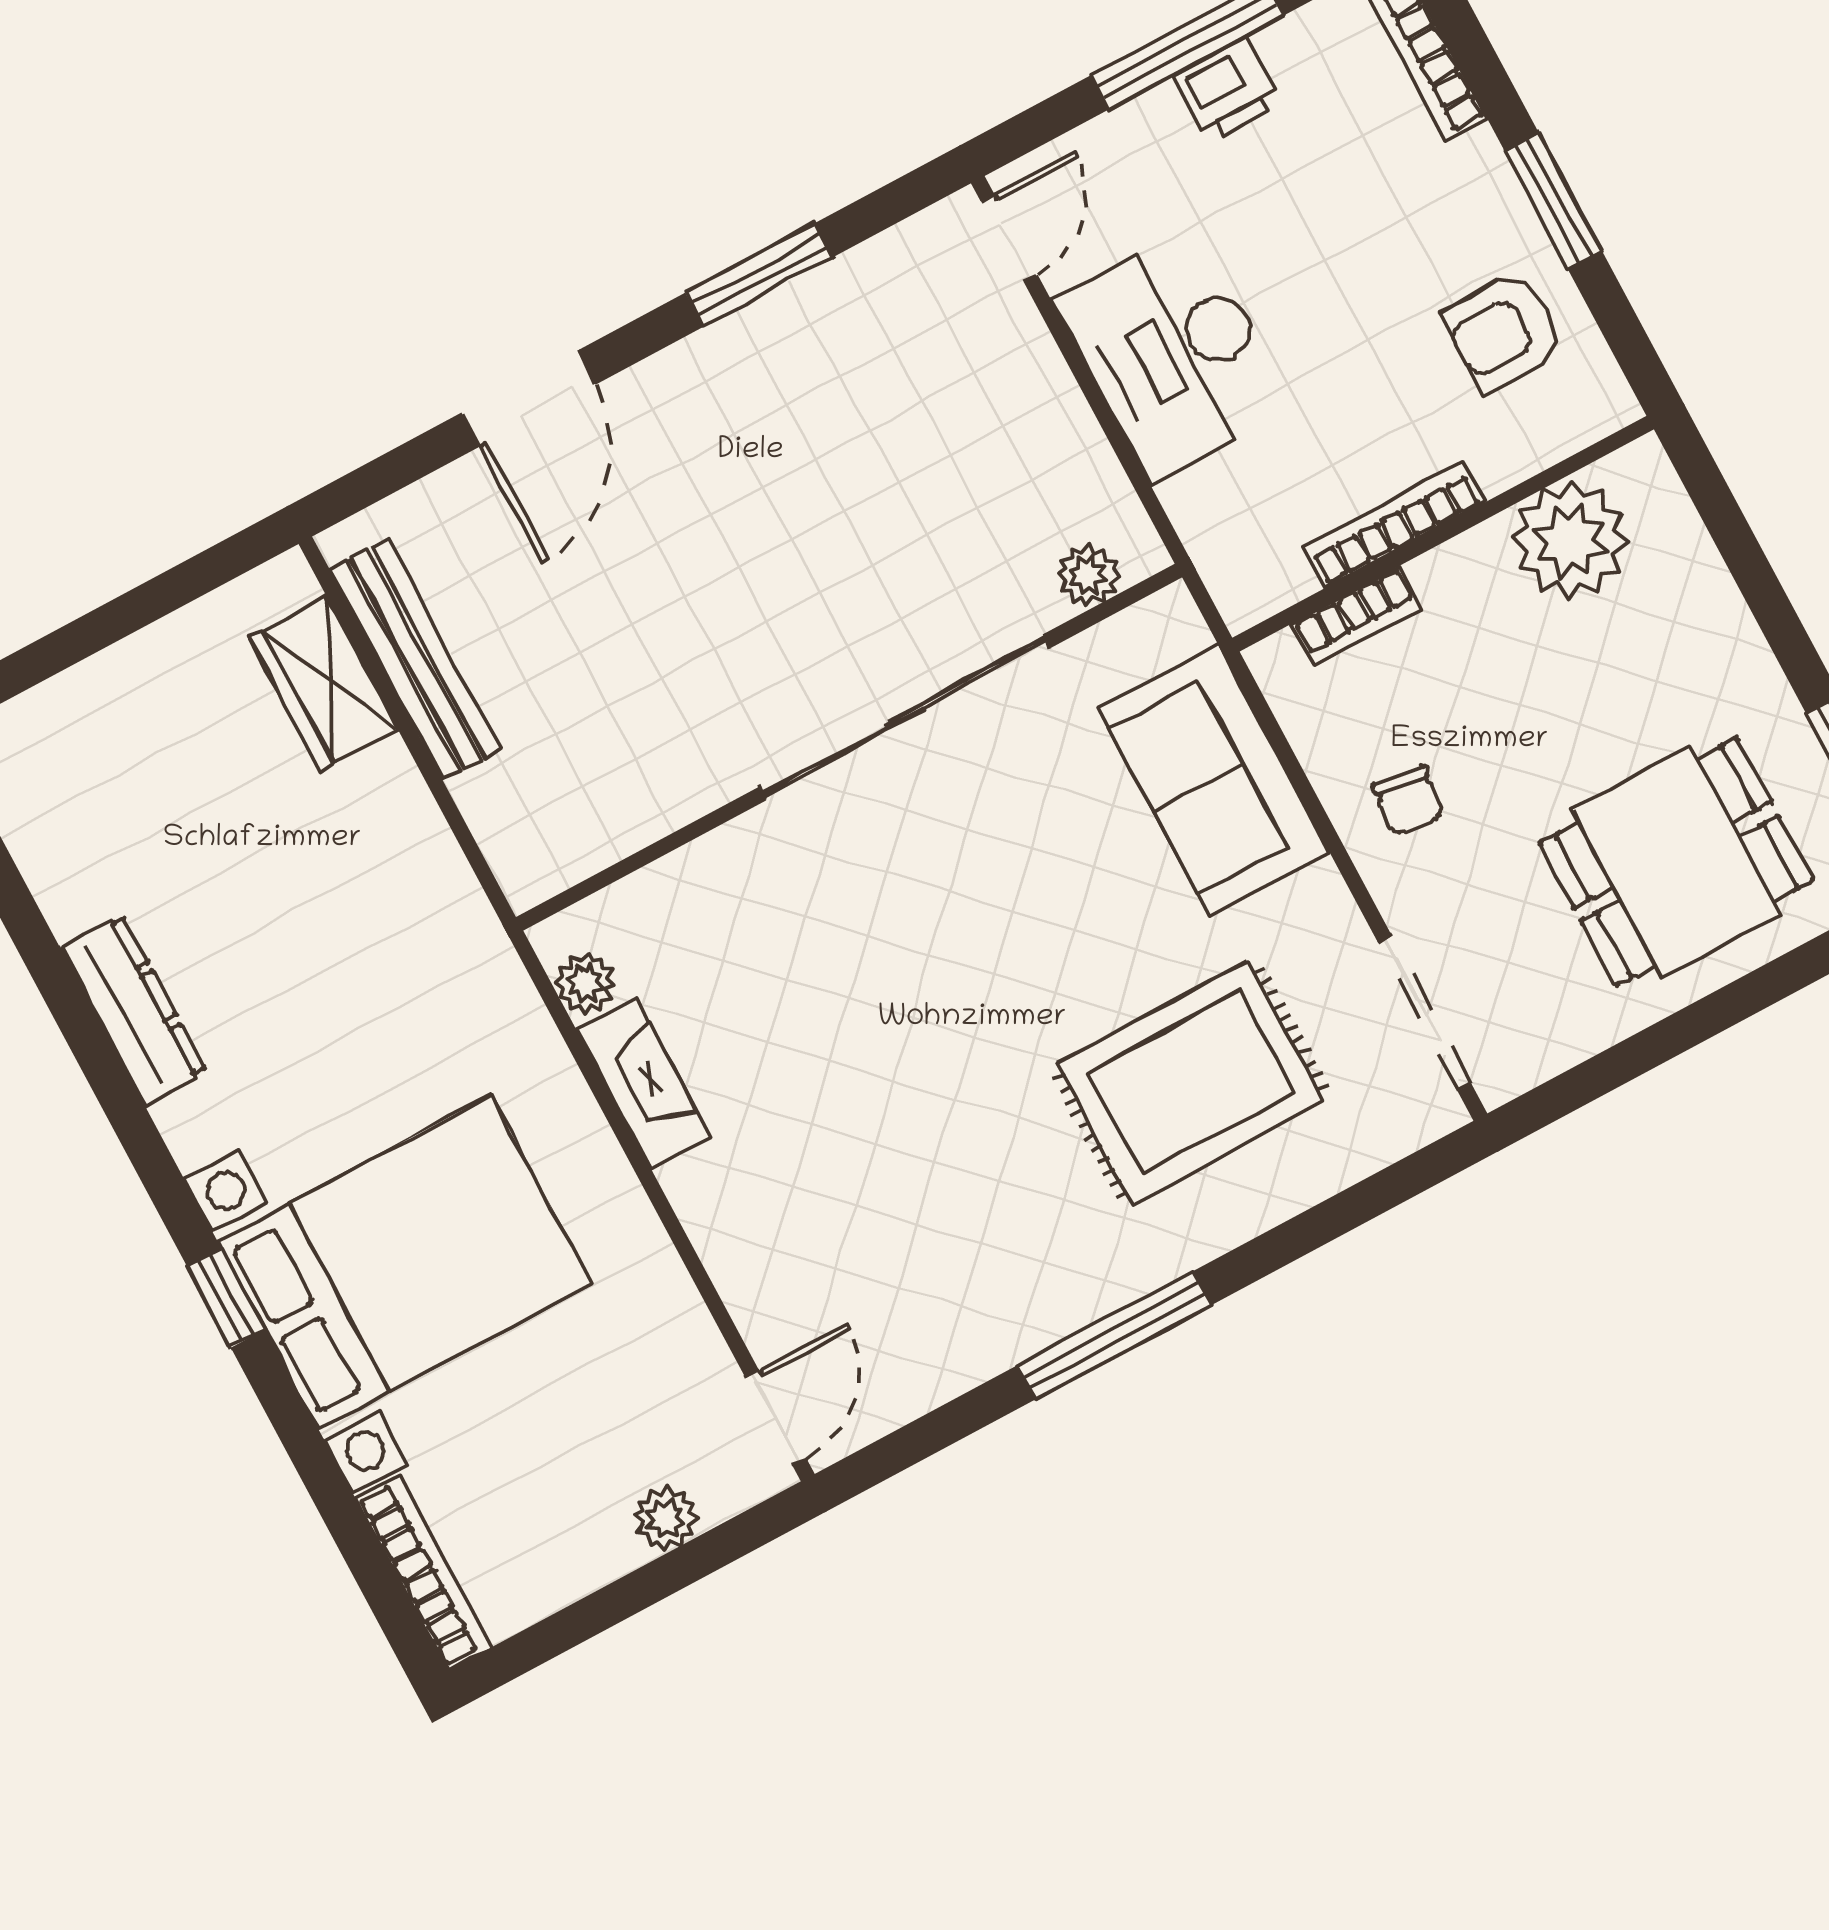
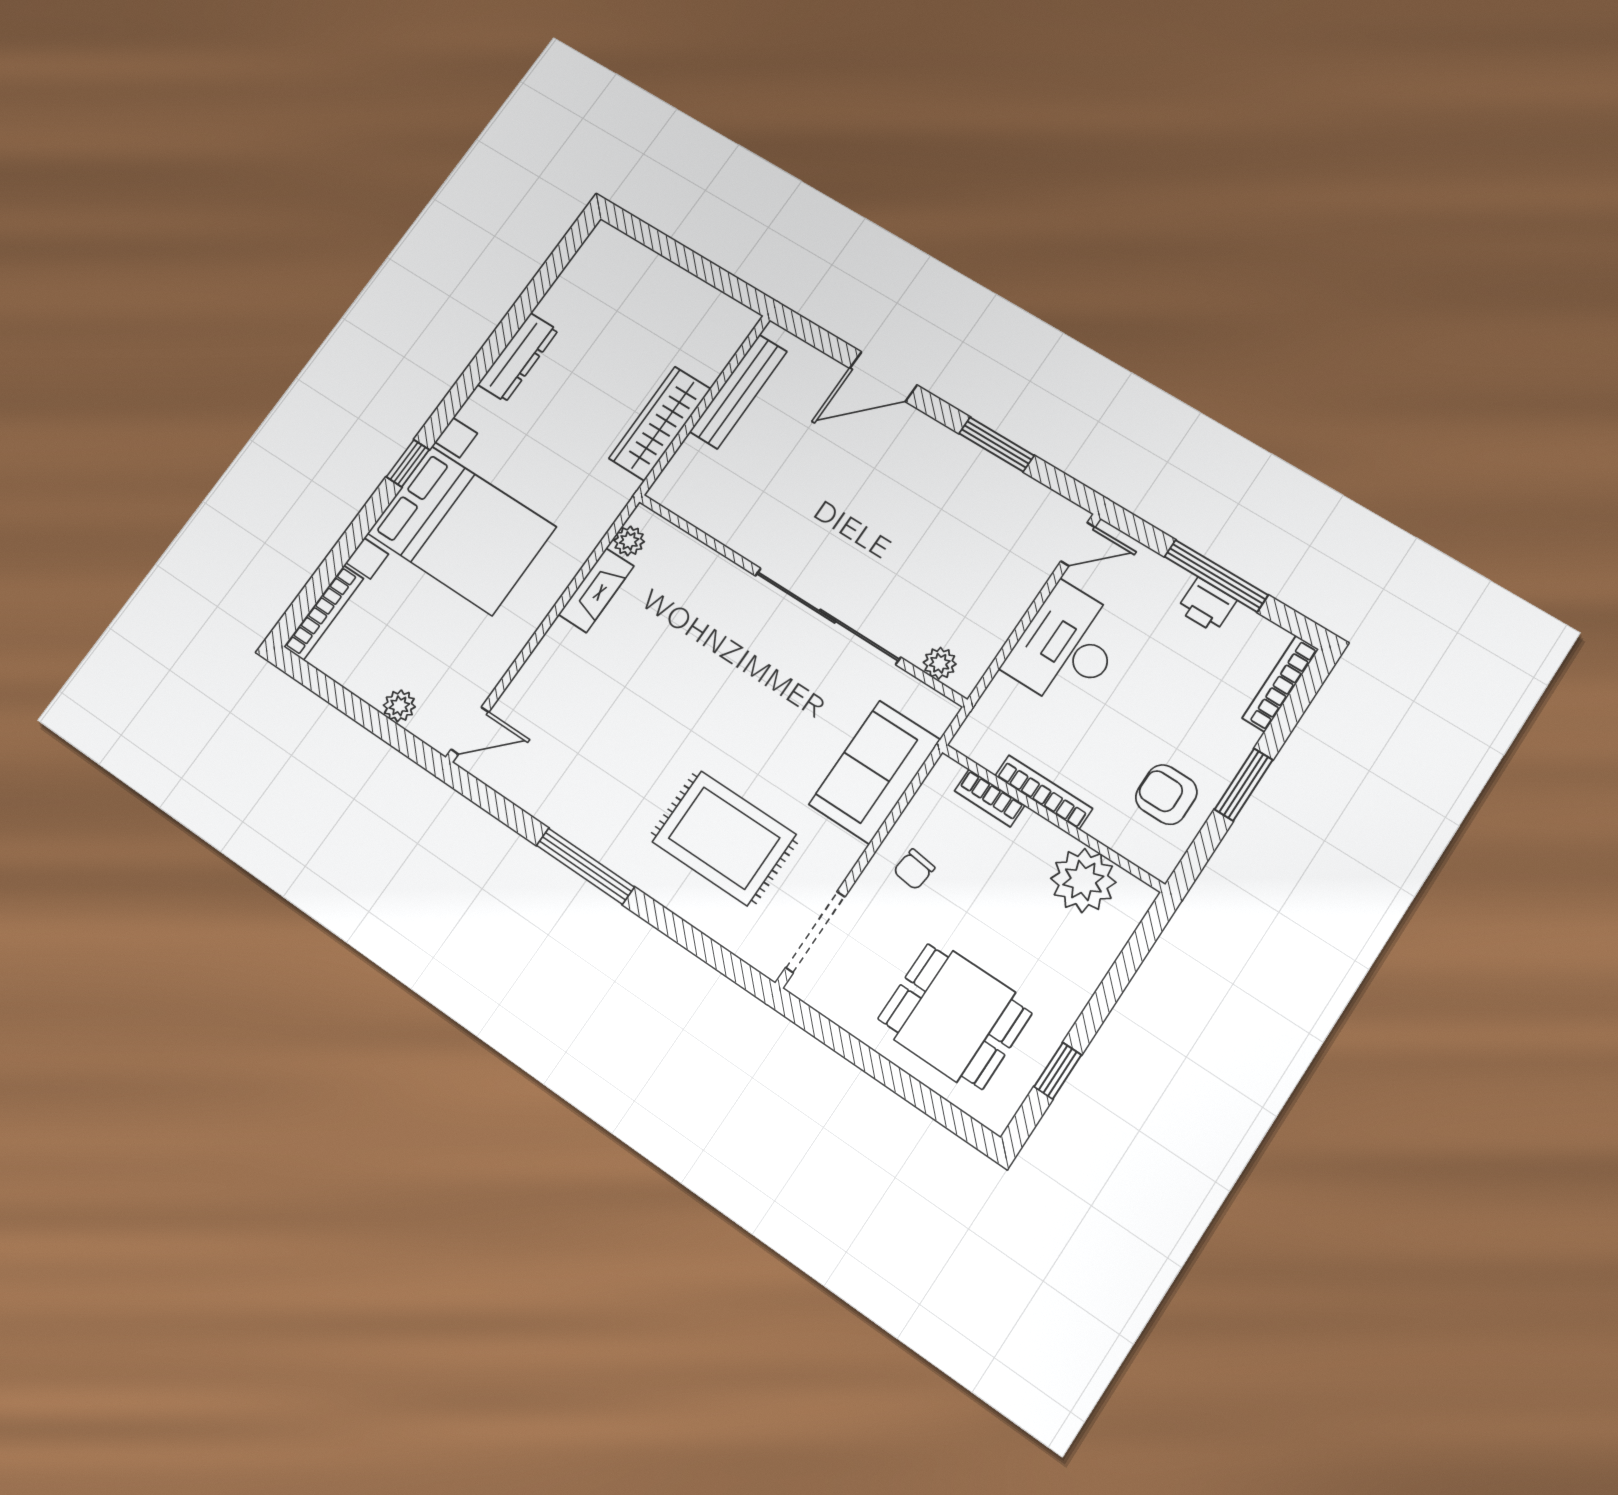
wardrobe: (324, 683) -> (660, 423), moved, width x1.50

